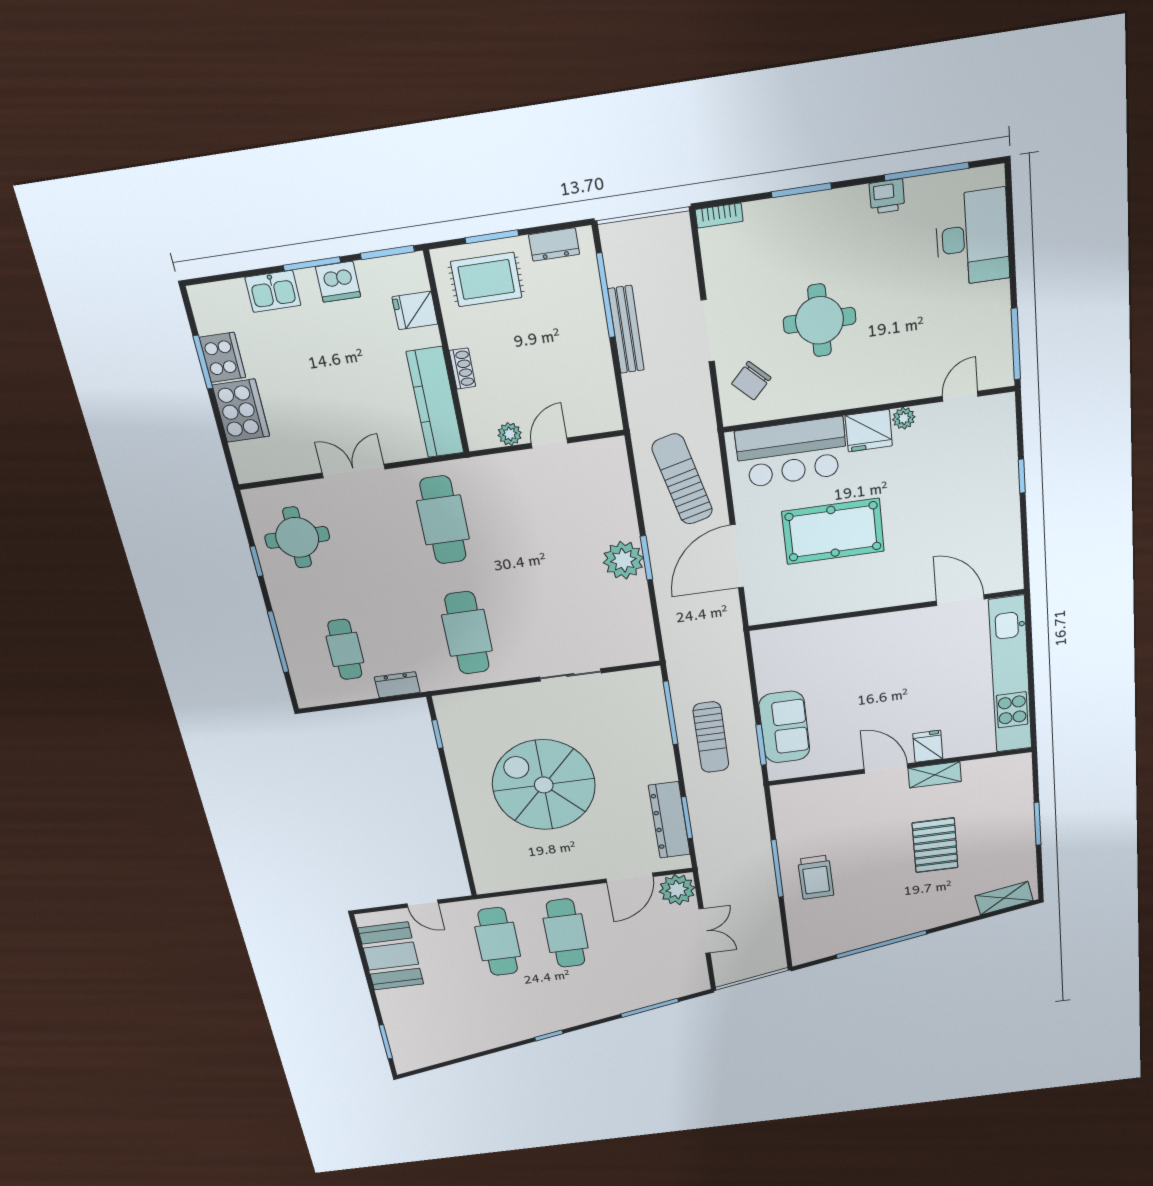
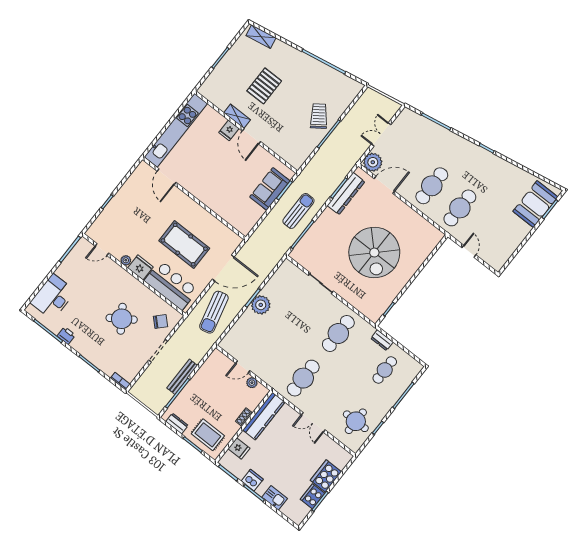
round table: (819, 320) -> (122, 319), turned -34
trolley: (816, 877) -> (319, 116), turned -35
booth: (391, 956) -> (535, 204), moved

